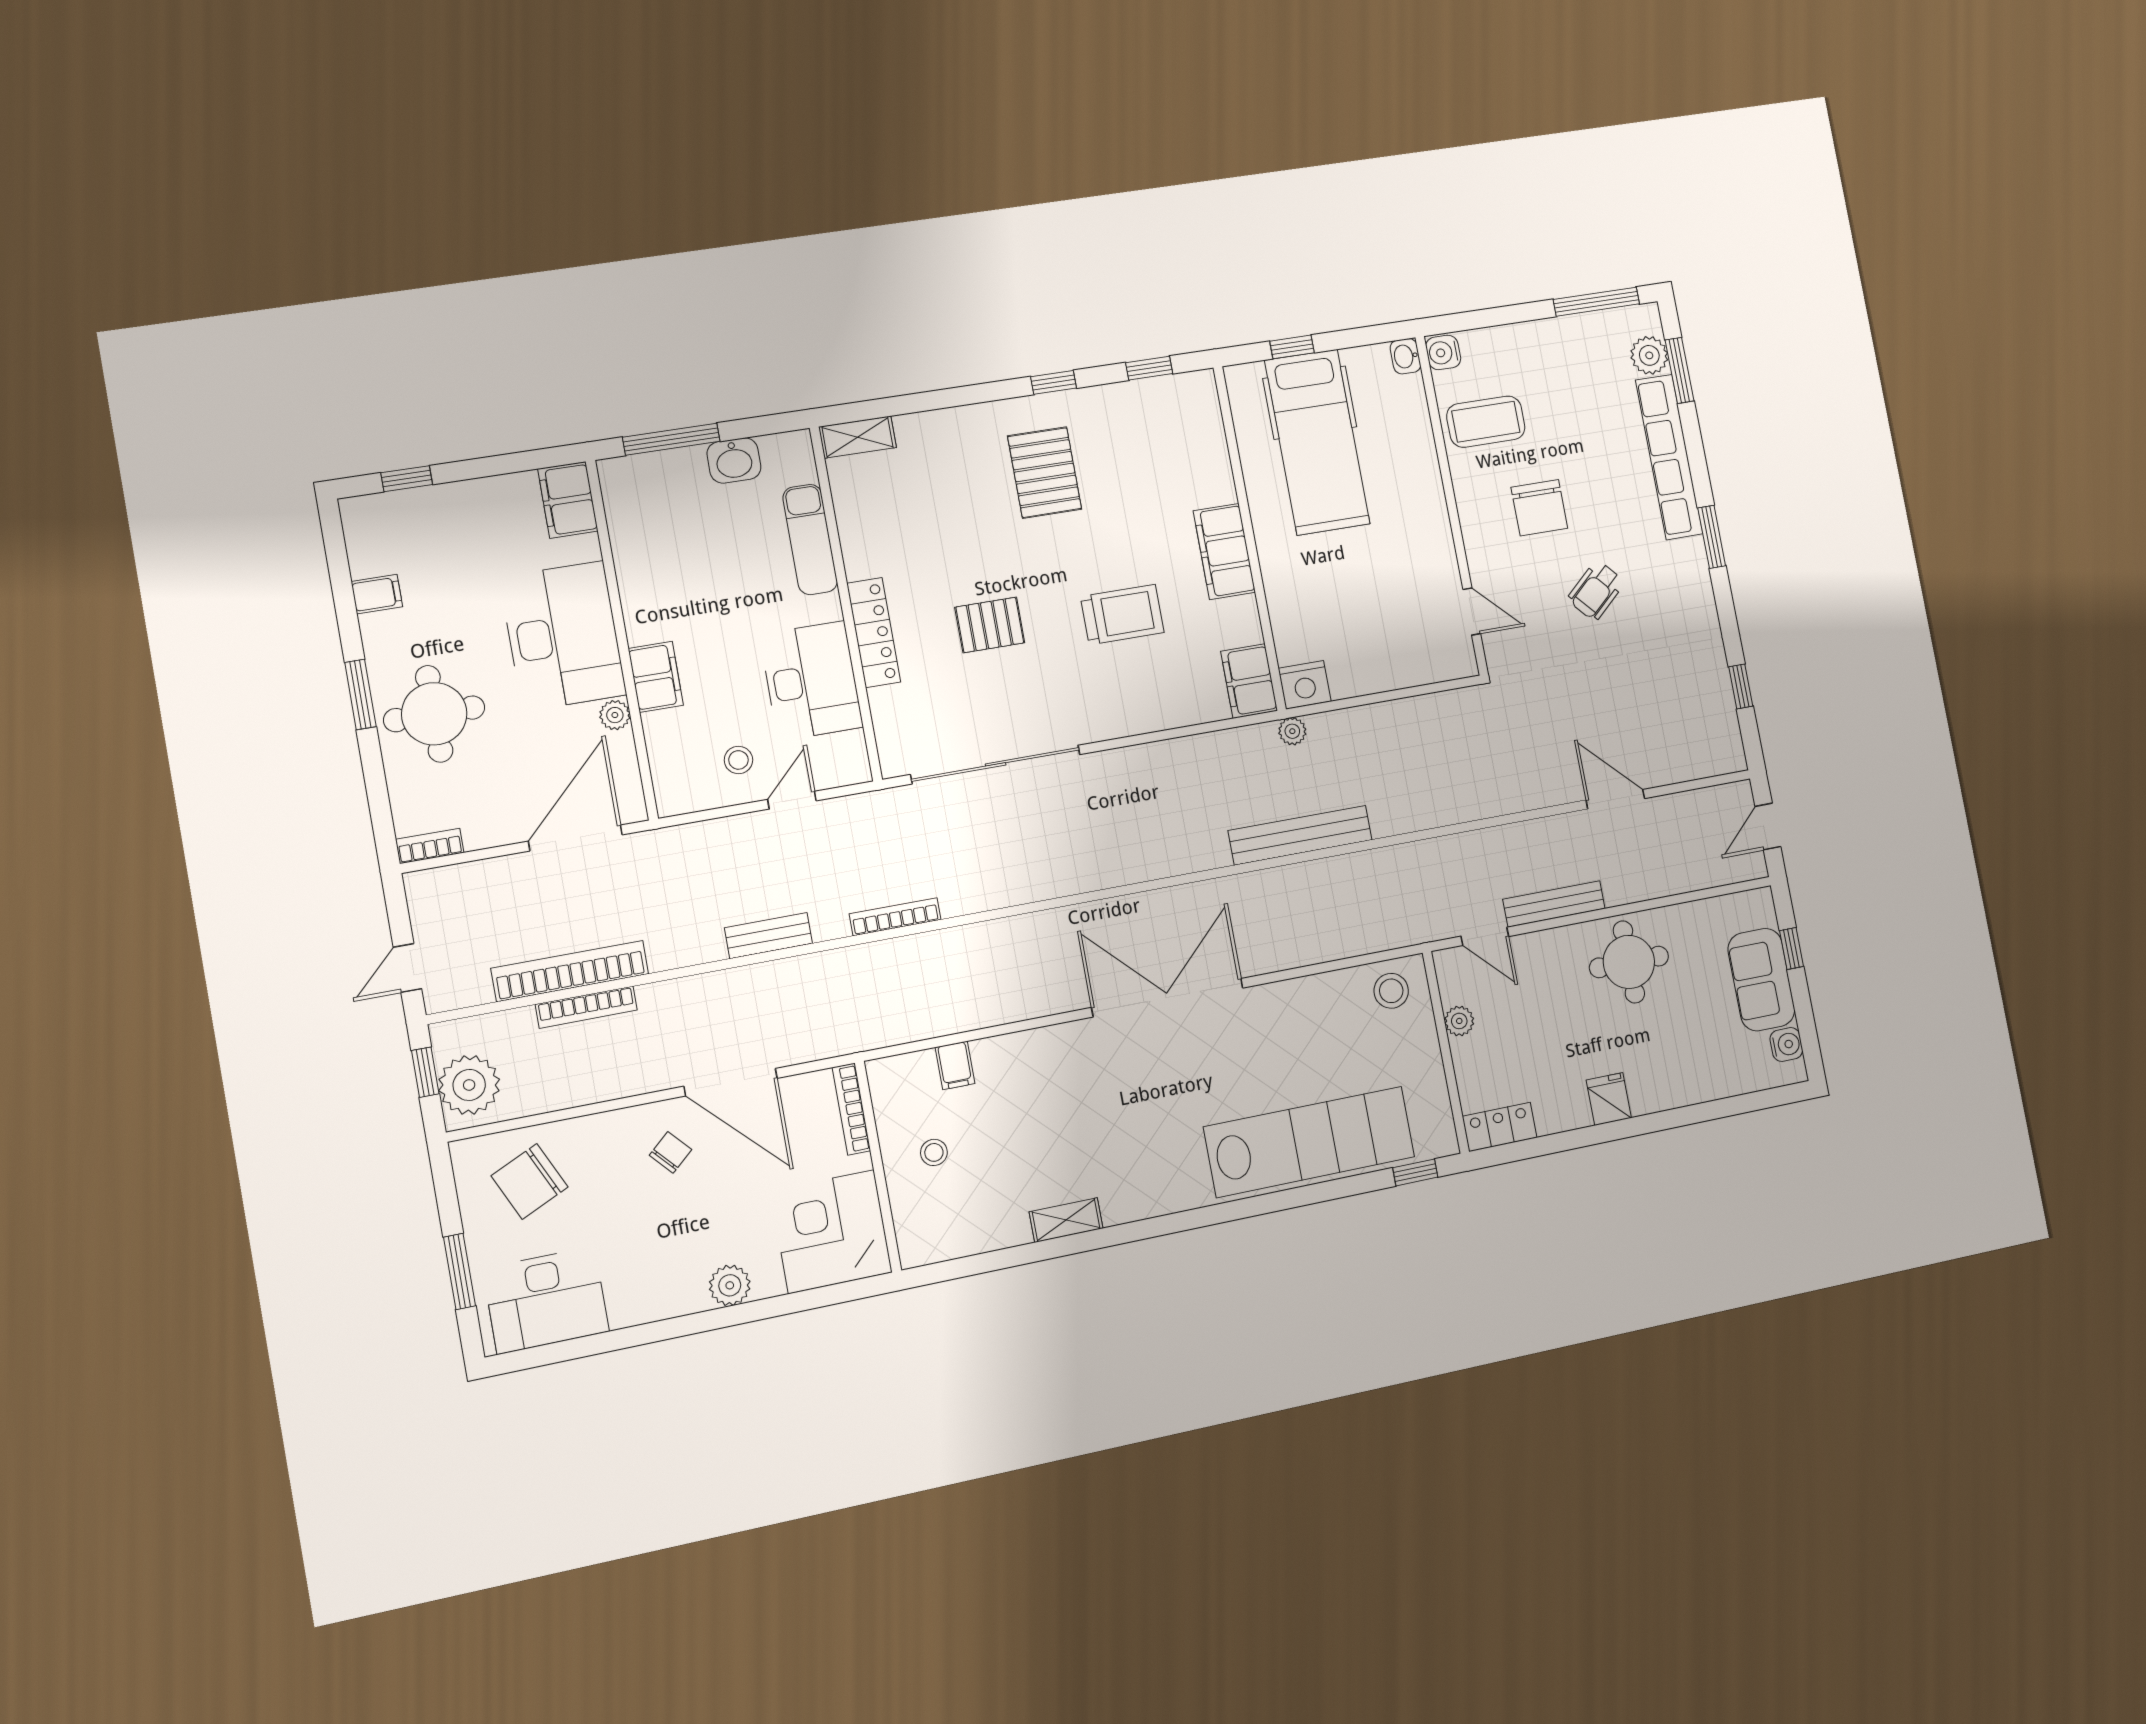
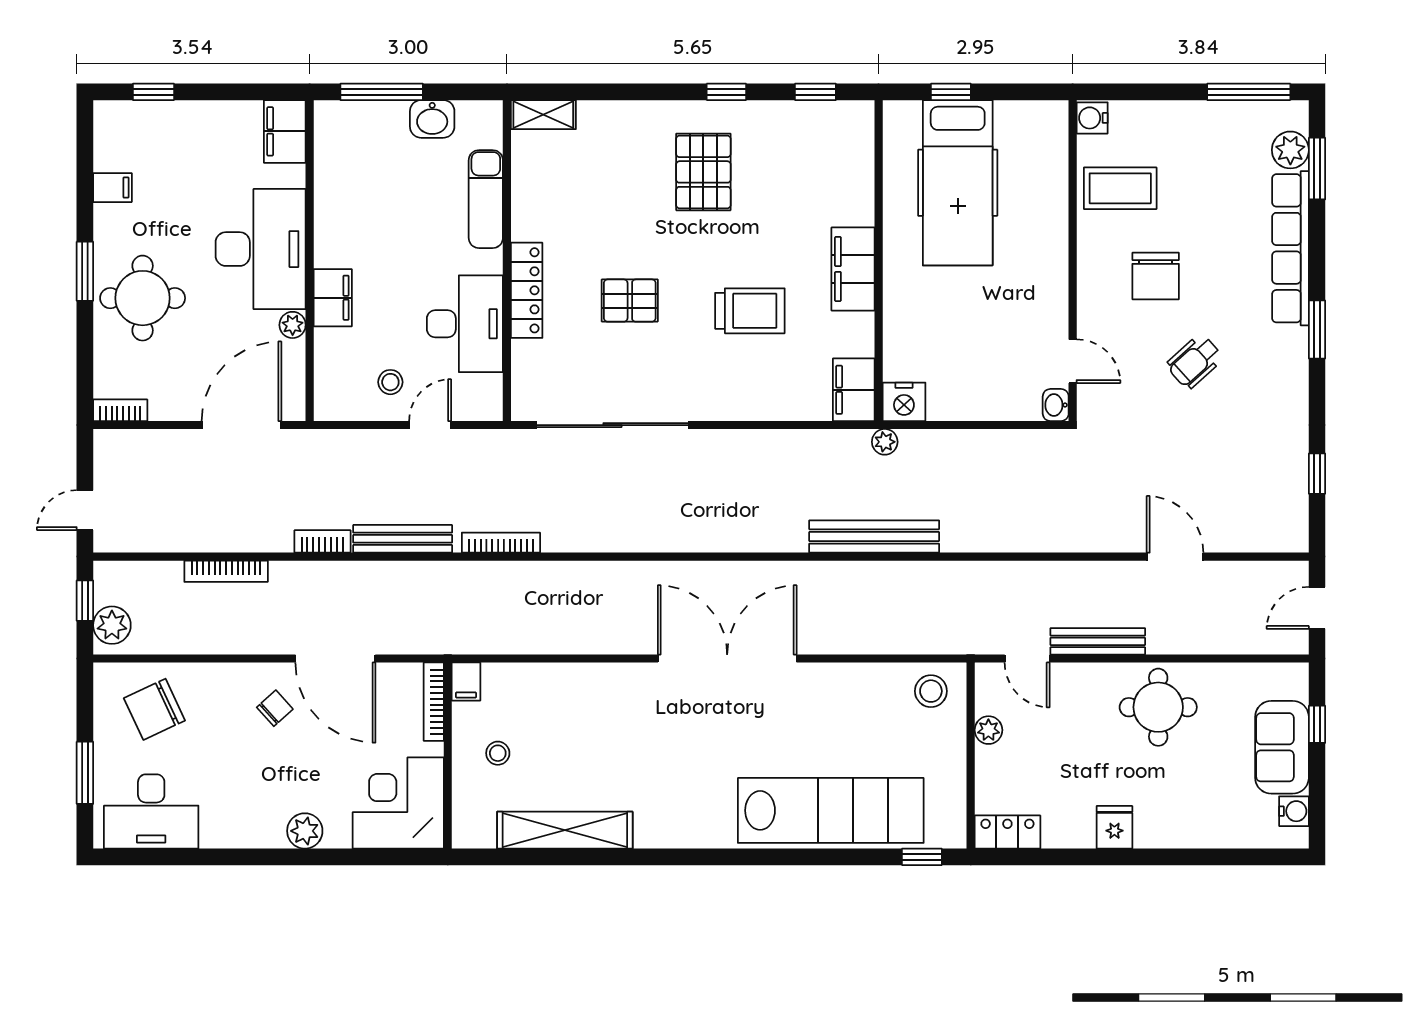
washbasin: (1405, 356) -> (1056, 405), moved
bench: (768, 936) -> (403, 539), width x1.36
bookcase: (570, 971) -> (322, 541), moved, width x0.43, depth x0.76
filing cabinet: (955, 1065) -> (466, 682), moved
plant: (469, 1085) -> (112, 625), width x0.73, depth x0.73
shelving: (1066, 1220) -> (565, 830), width x2.20, depth x1.33

